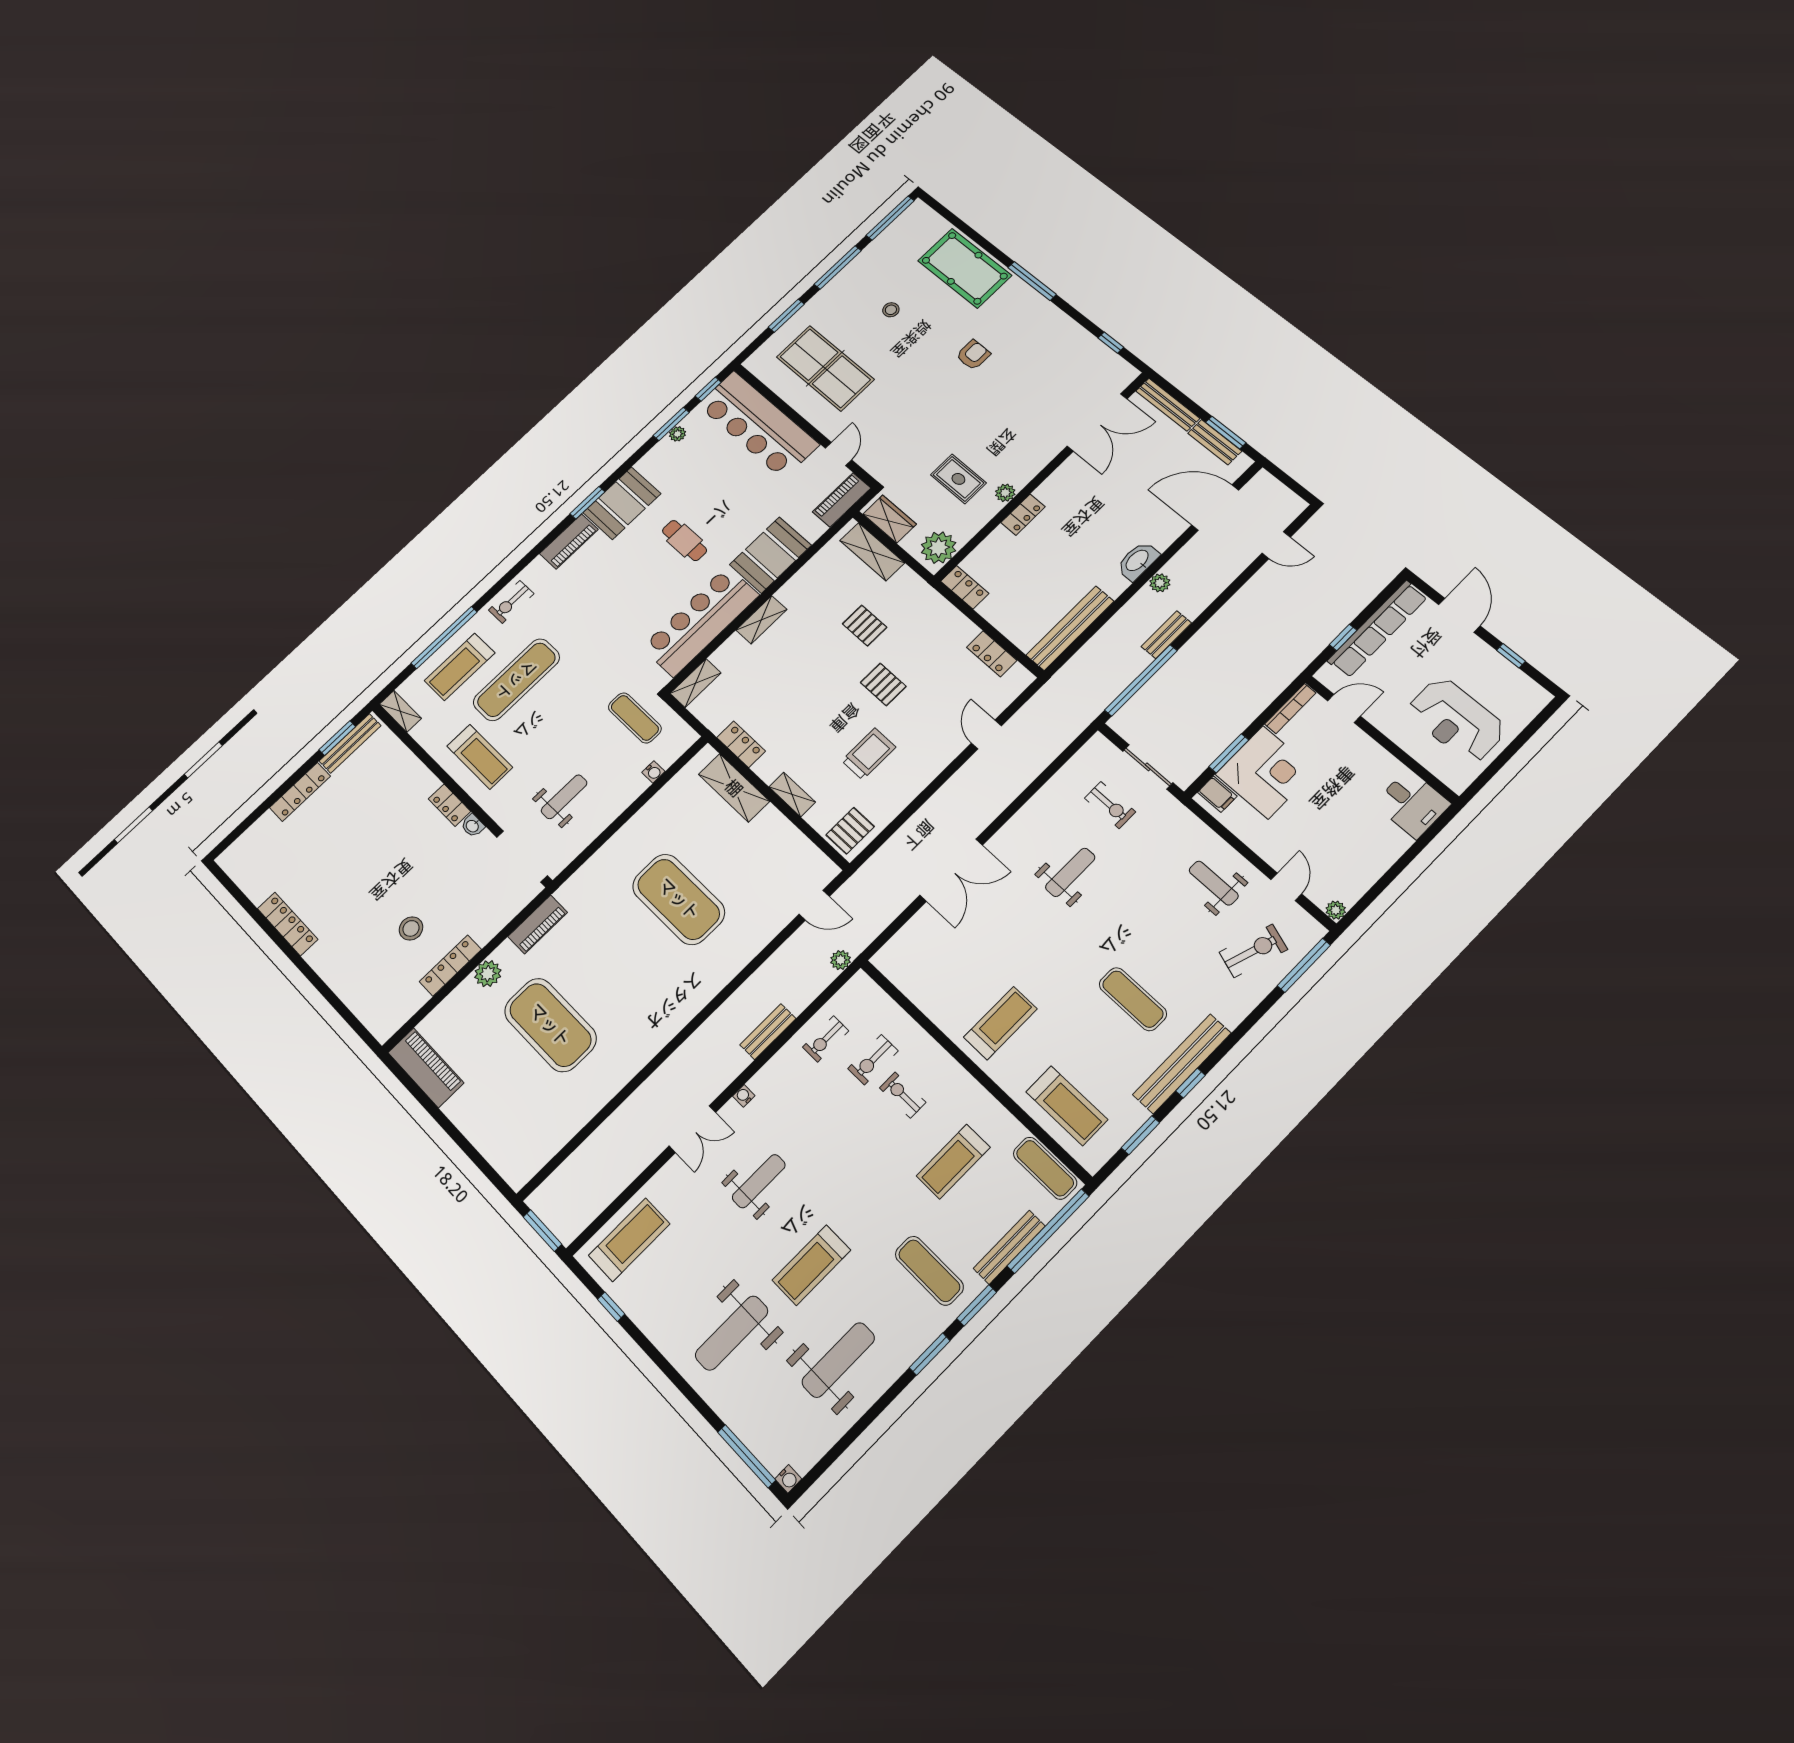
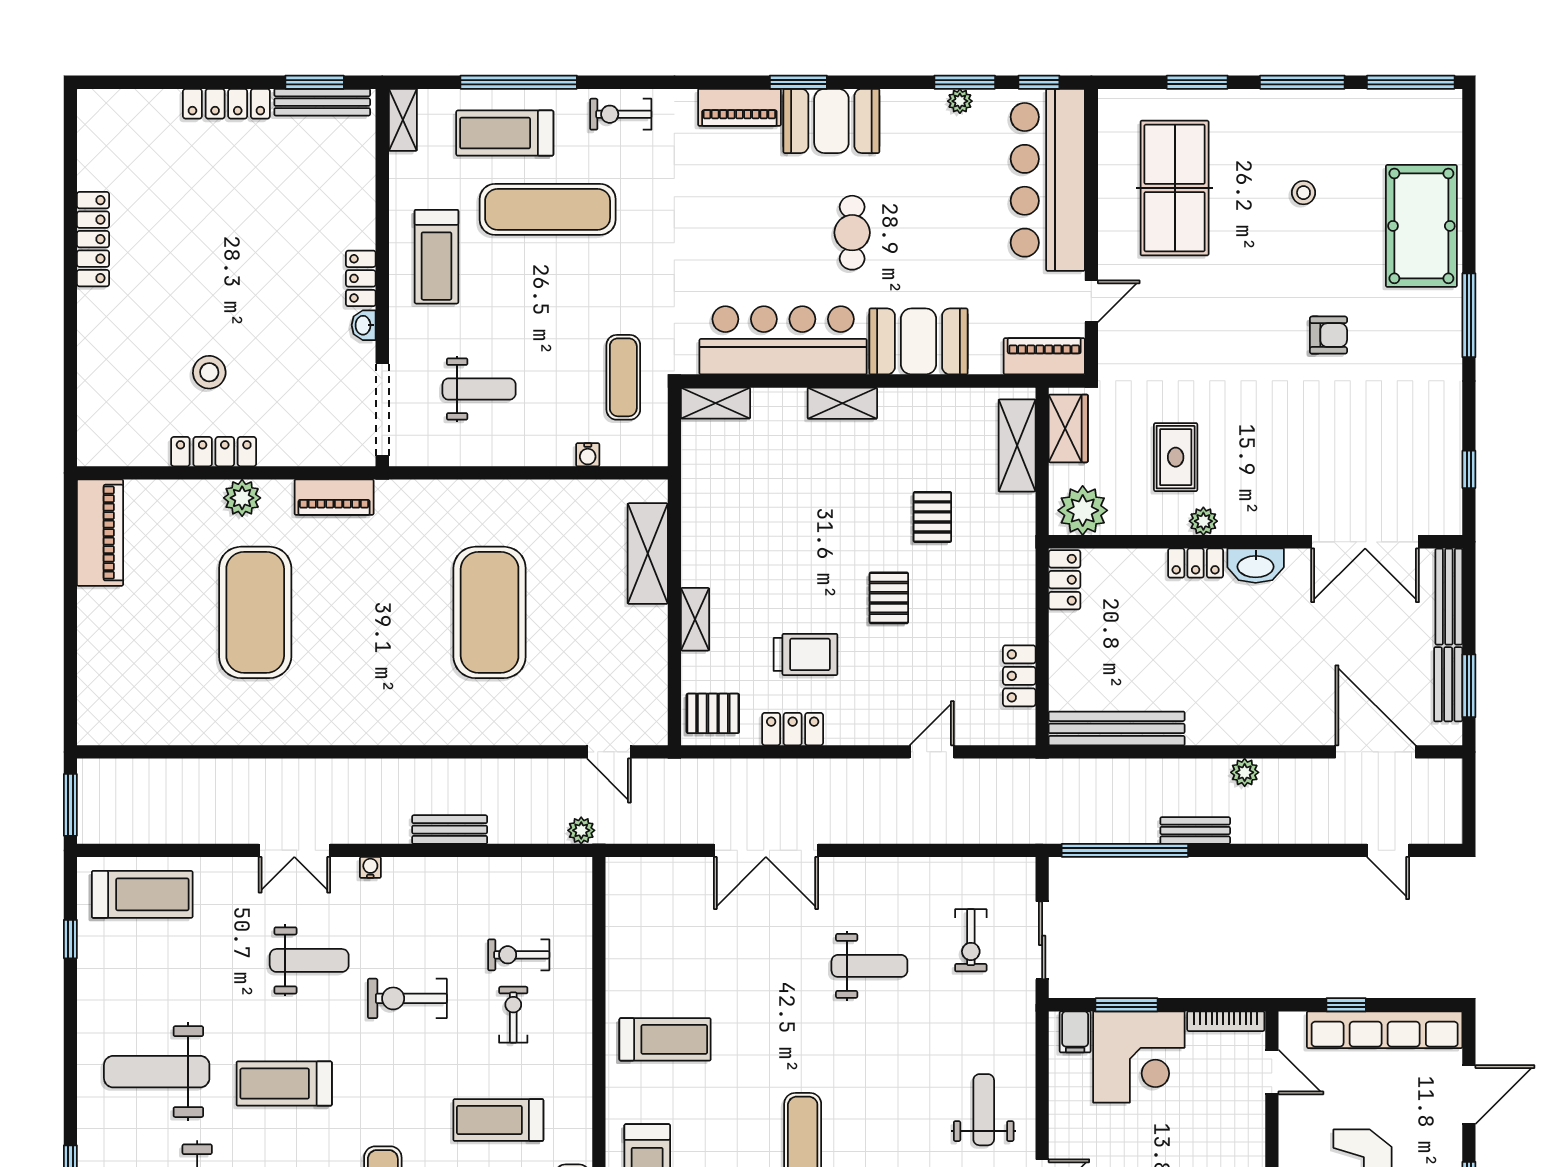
washbasin: (1138, 561) -> (1256, 566), moved, turned 180
locker: (741, 744) -> (793, 729), moved, turned -90
exercise bike: (826, 1039) -> (407, 998), moved, width x1.38, depth x1.39

